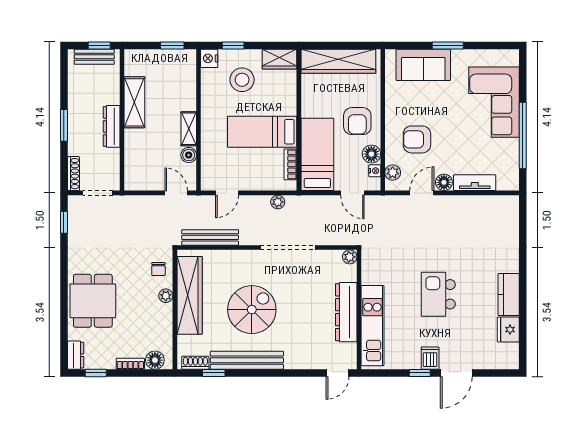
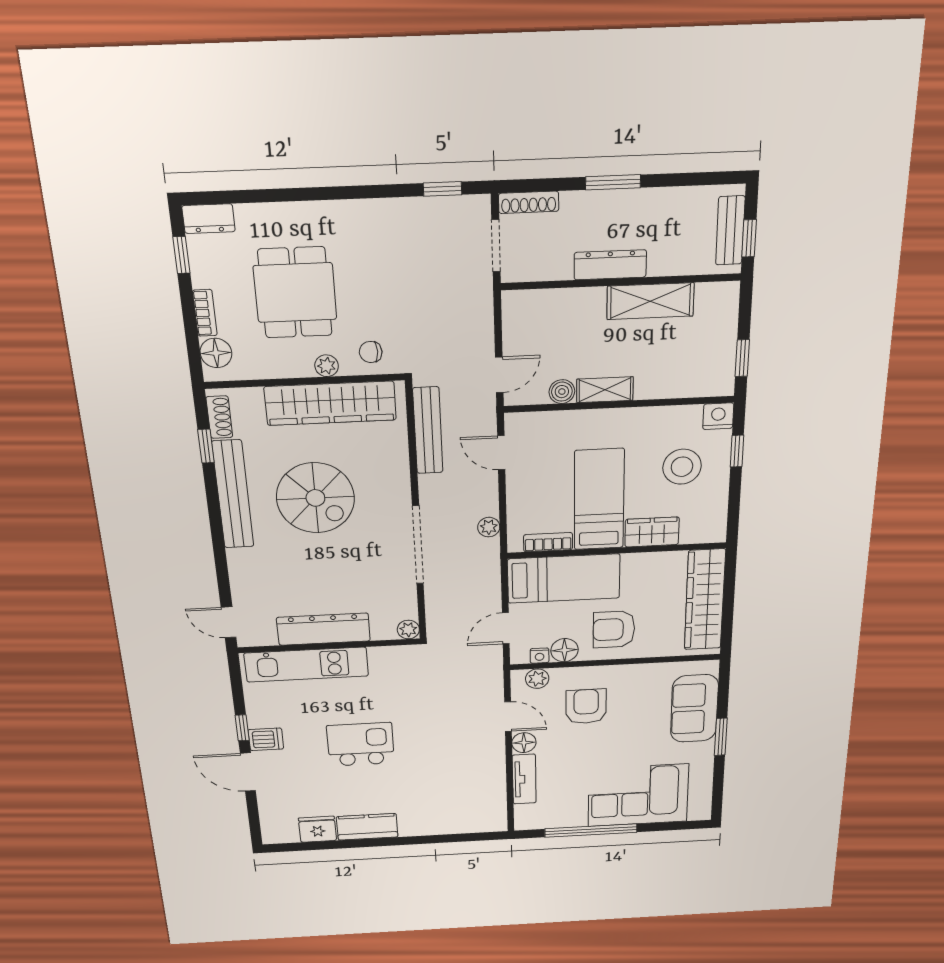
wardrobe: (279, 59) -> (652, 532), moved, turned 90
dining table: (93, 301) -> (295, 293), moved, turned 90

